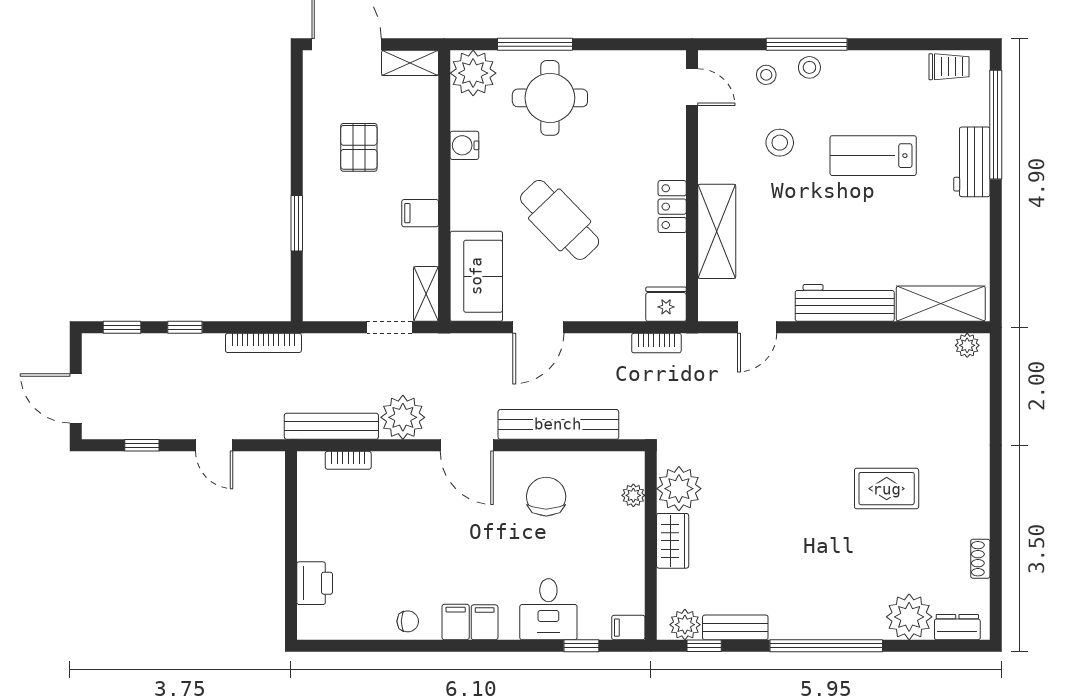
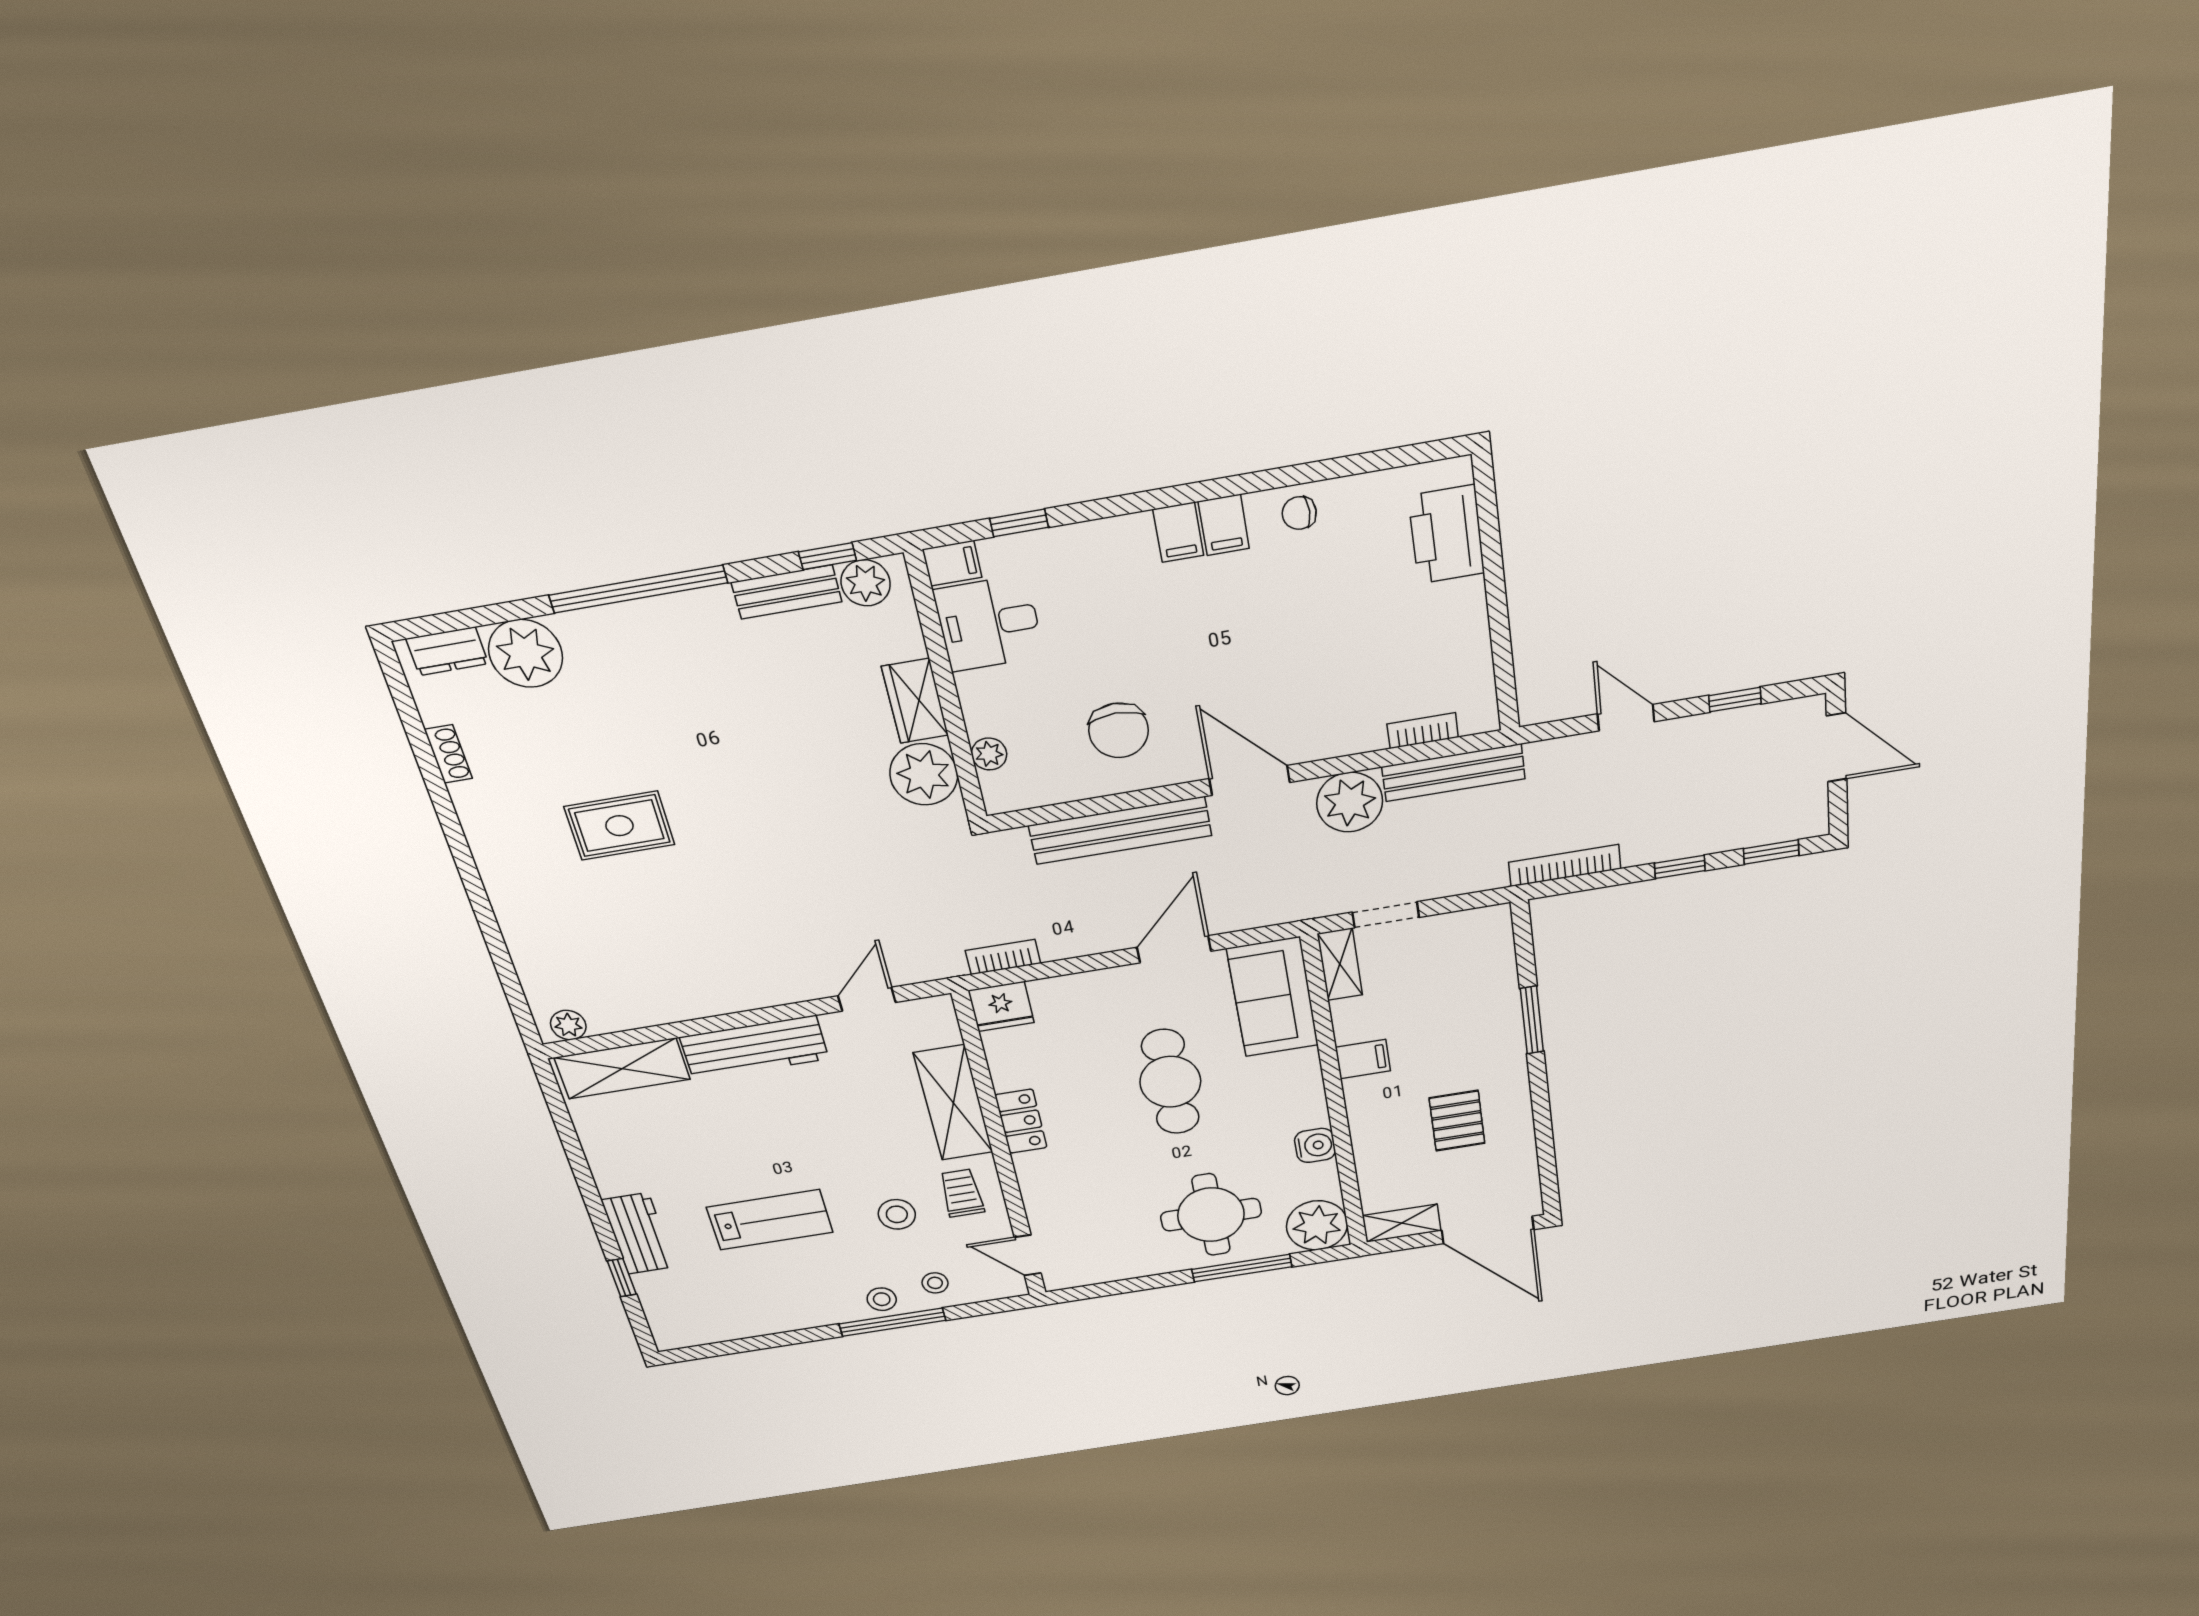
trolley: (949, 67) -> (962, 1193), moved, turned 90
window: (996, 125) -> (622, 1278), width x0.32
cafe table: (560, 220) -> (1170, 1082), turned 44
printer: (315, 583) -> (1446, 535), width x1.37, depth x1.19
desk: (548, 609) -> (989, 623), moved, turned -90

